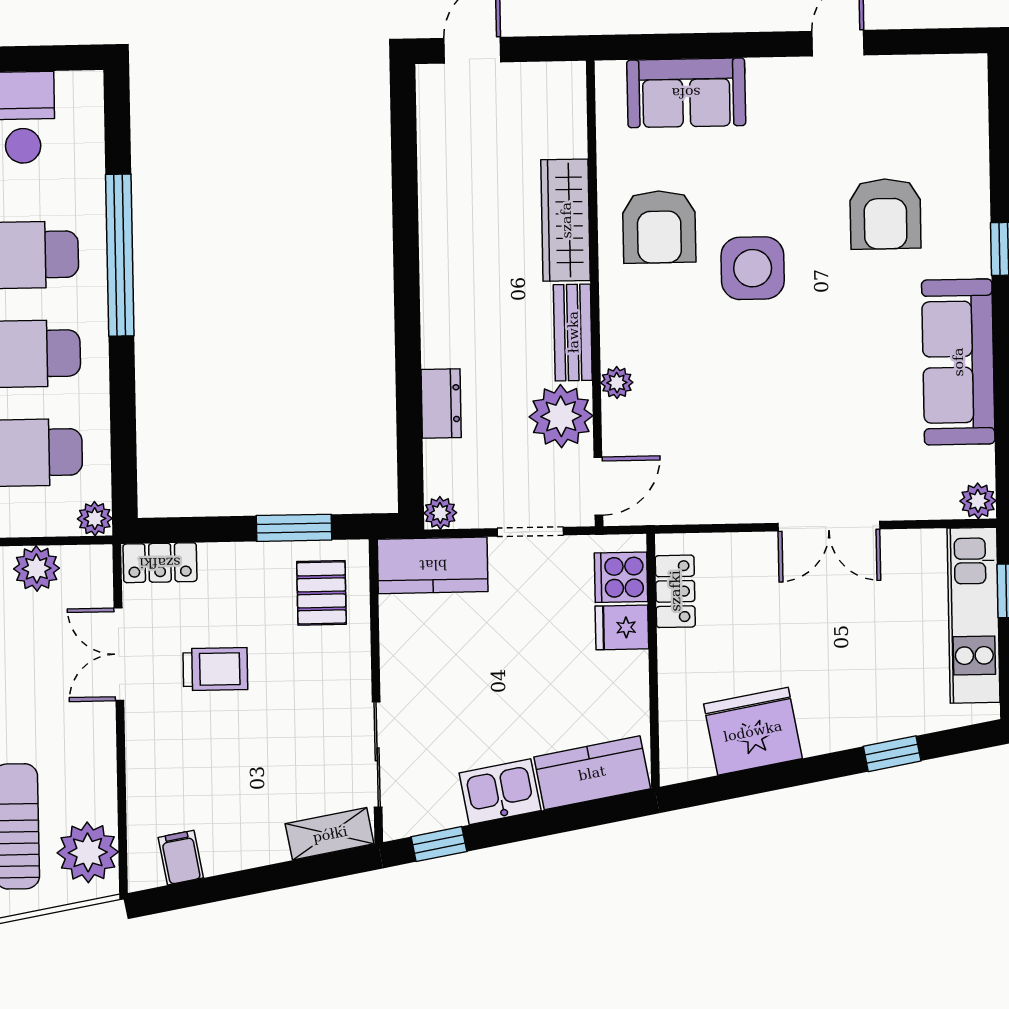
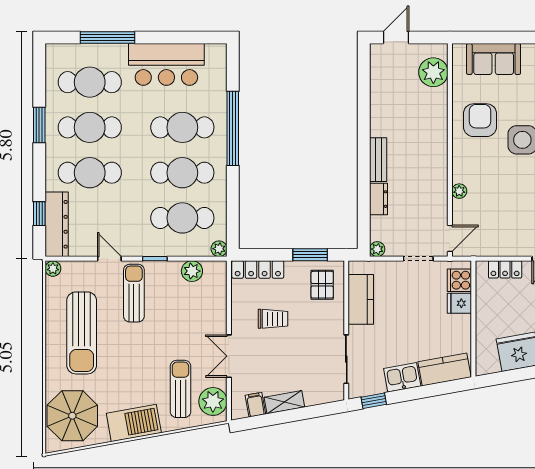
wardrobe: (566, 220) -> (437, 116), removed
armchair: (659, 227) -> (480, 120), turned 180
bench: (573, 332) -> (378, 160), moved
plant: (561, 416) -> (433, 72), moved
locker: (160, 563) -> (258, 269), width x1.53
kitchen counter: (433, 565) -> (361, 299), moved, turned -90
locker: (675, 591) -> (505, 269), moved, turned 90
double door: (119, 654) -> (229, 356), moved
shelving: (330, 834) -> (284, 402), moved

